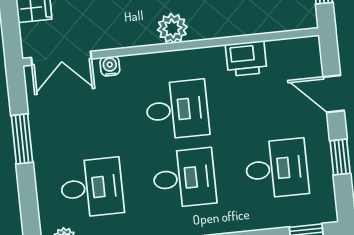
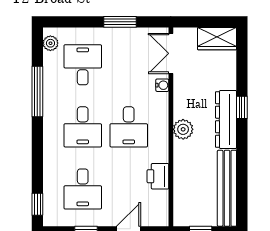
desk: (92, 188) -> (83, 65), turned 180

